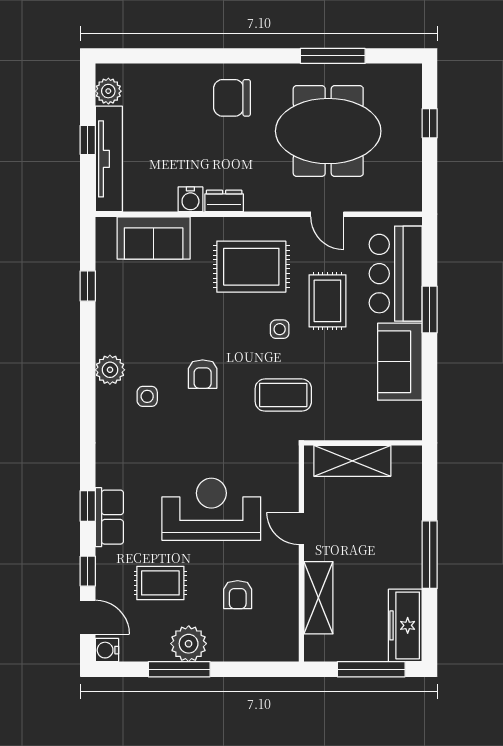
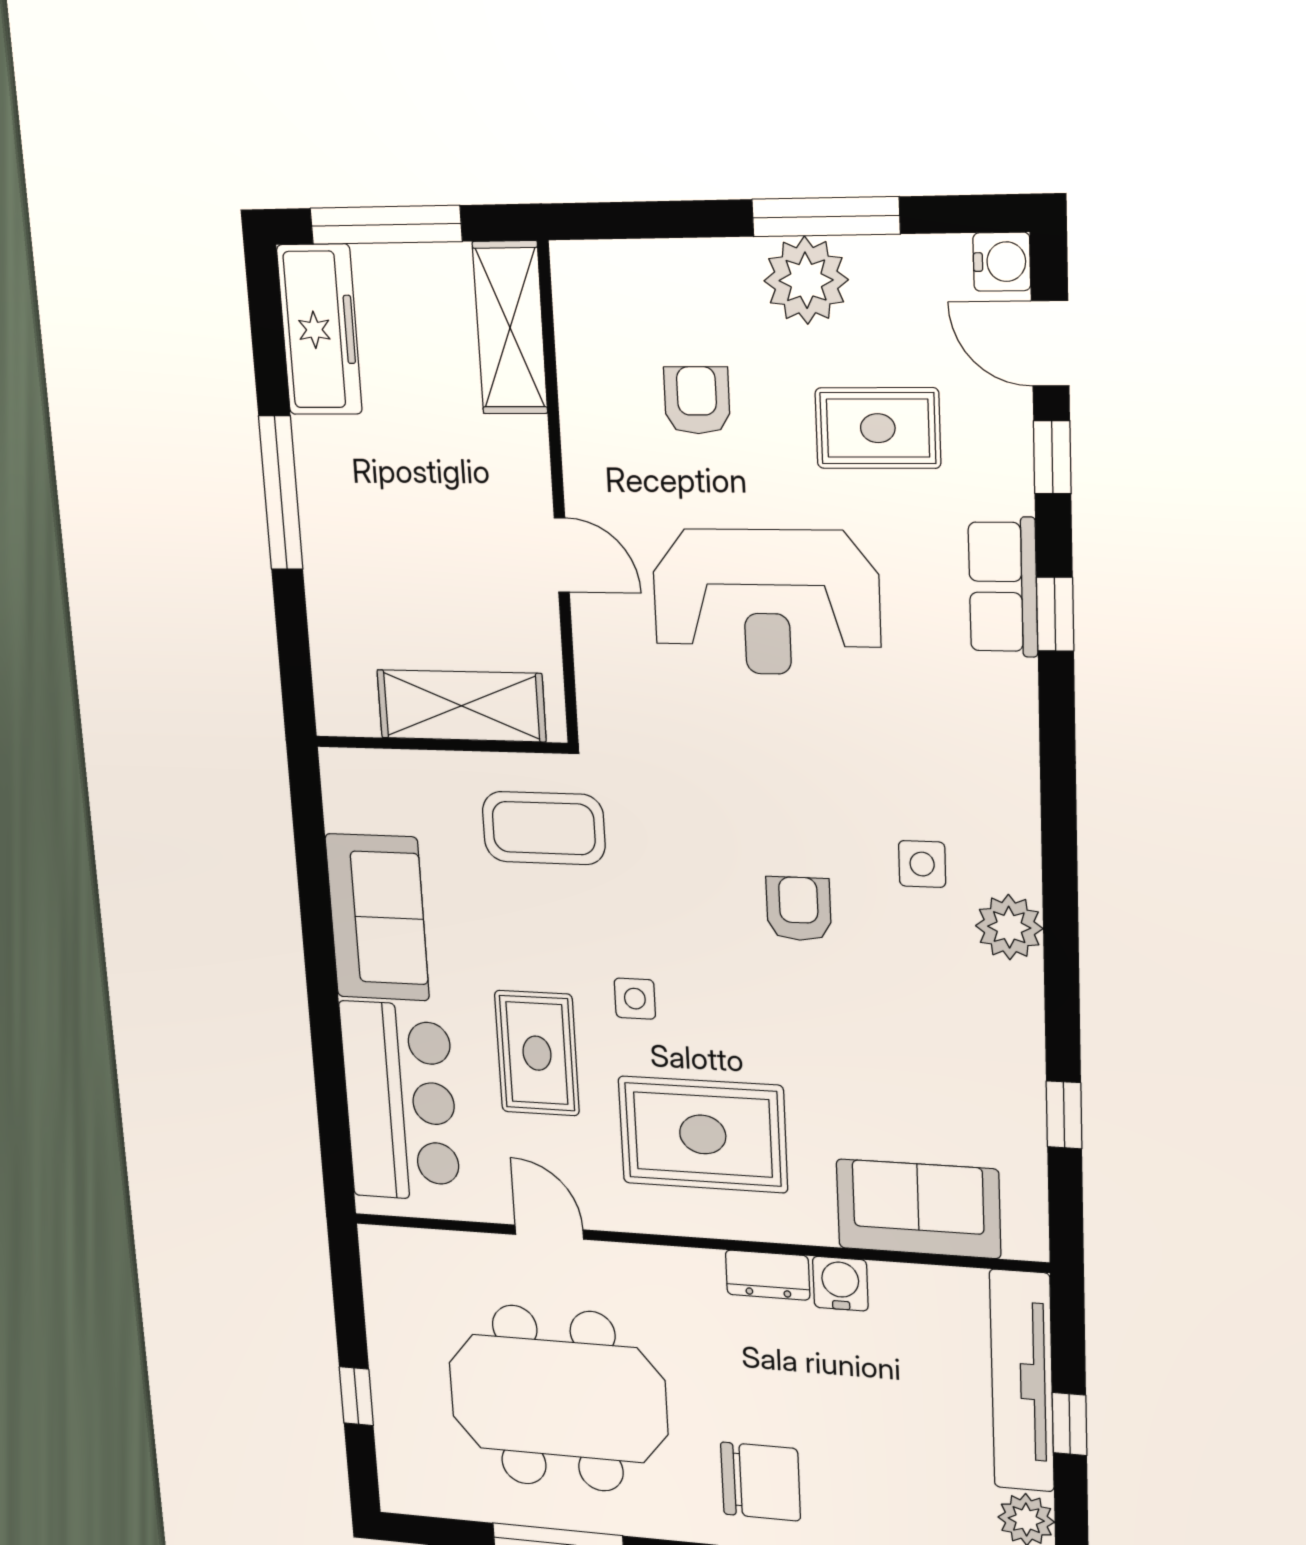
window: (430, 309) -> (325, 1024), removed
coffee table: (283, 395) -> (544, 828), moved
shelving: (318, 598) -> (510, 328), moved

